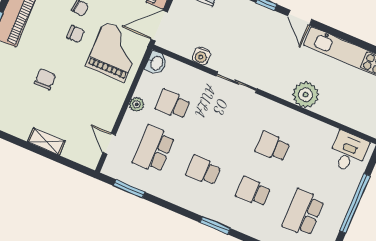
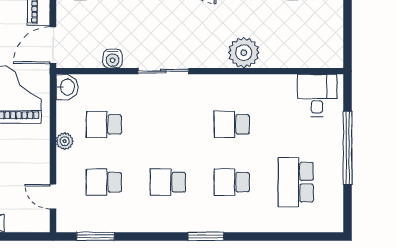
school desk: (154, 149) -> (104, 182), width x0.54

